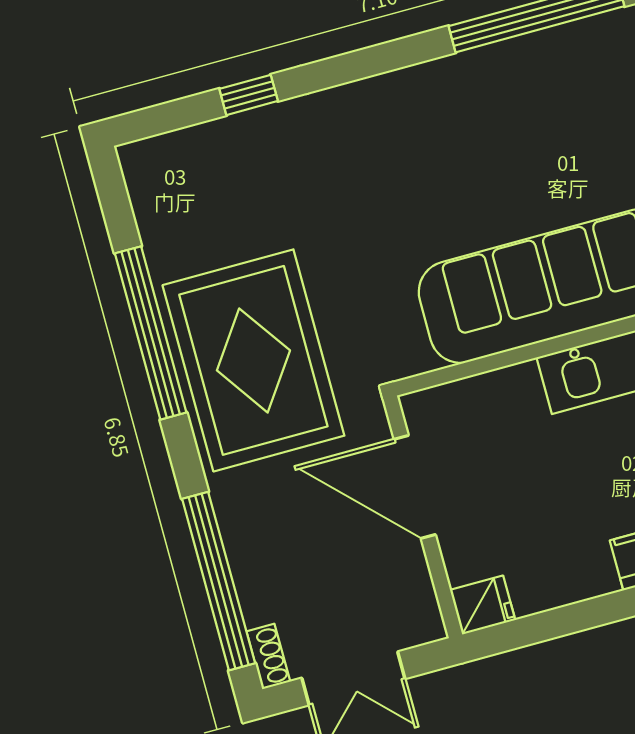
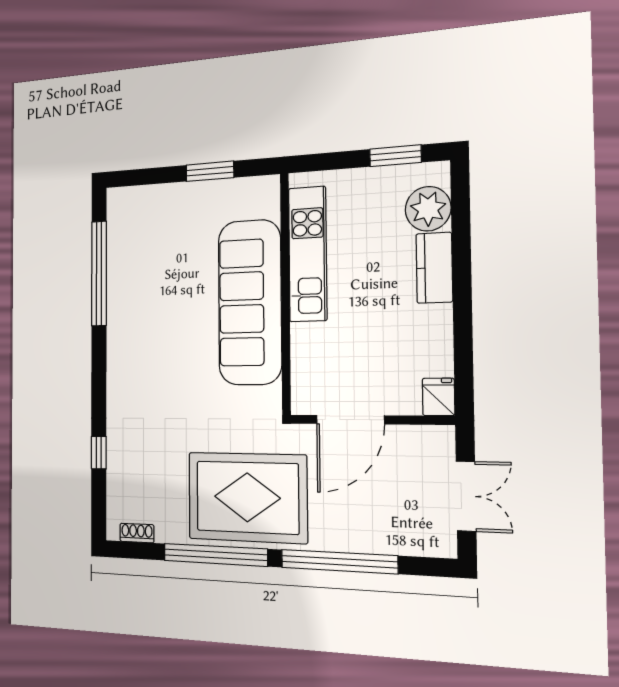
window: (219, 581) -> (339, 562), moved
shoe rack: (268, 656) -> (137, 533), moved

